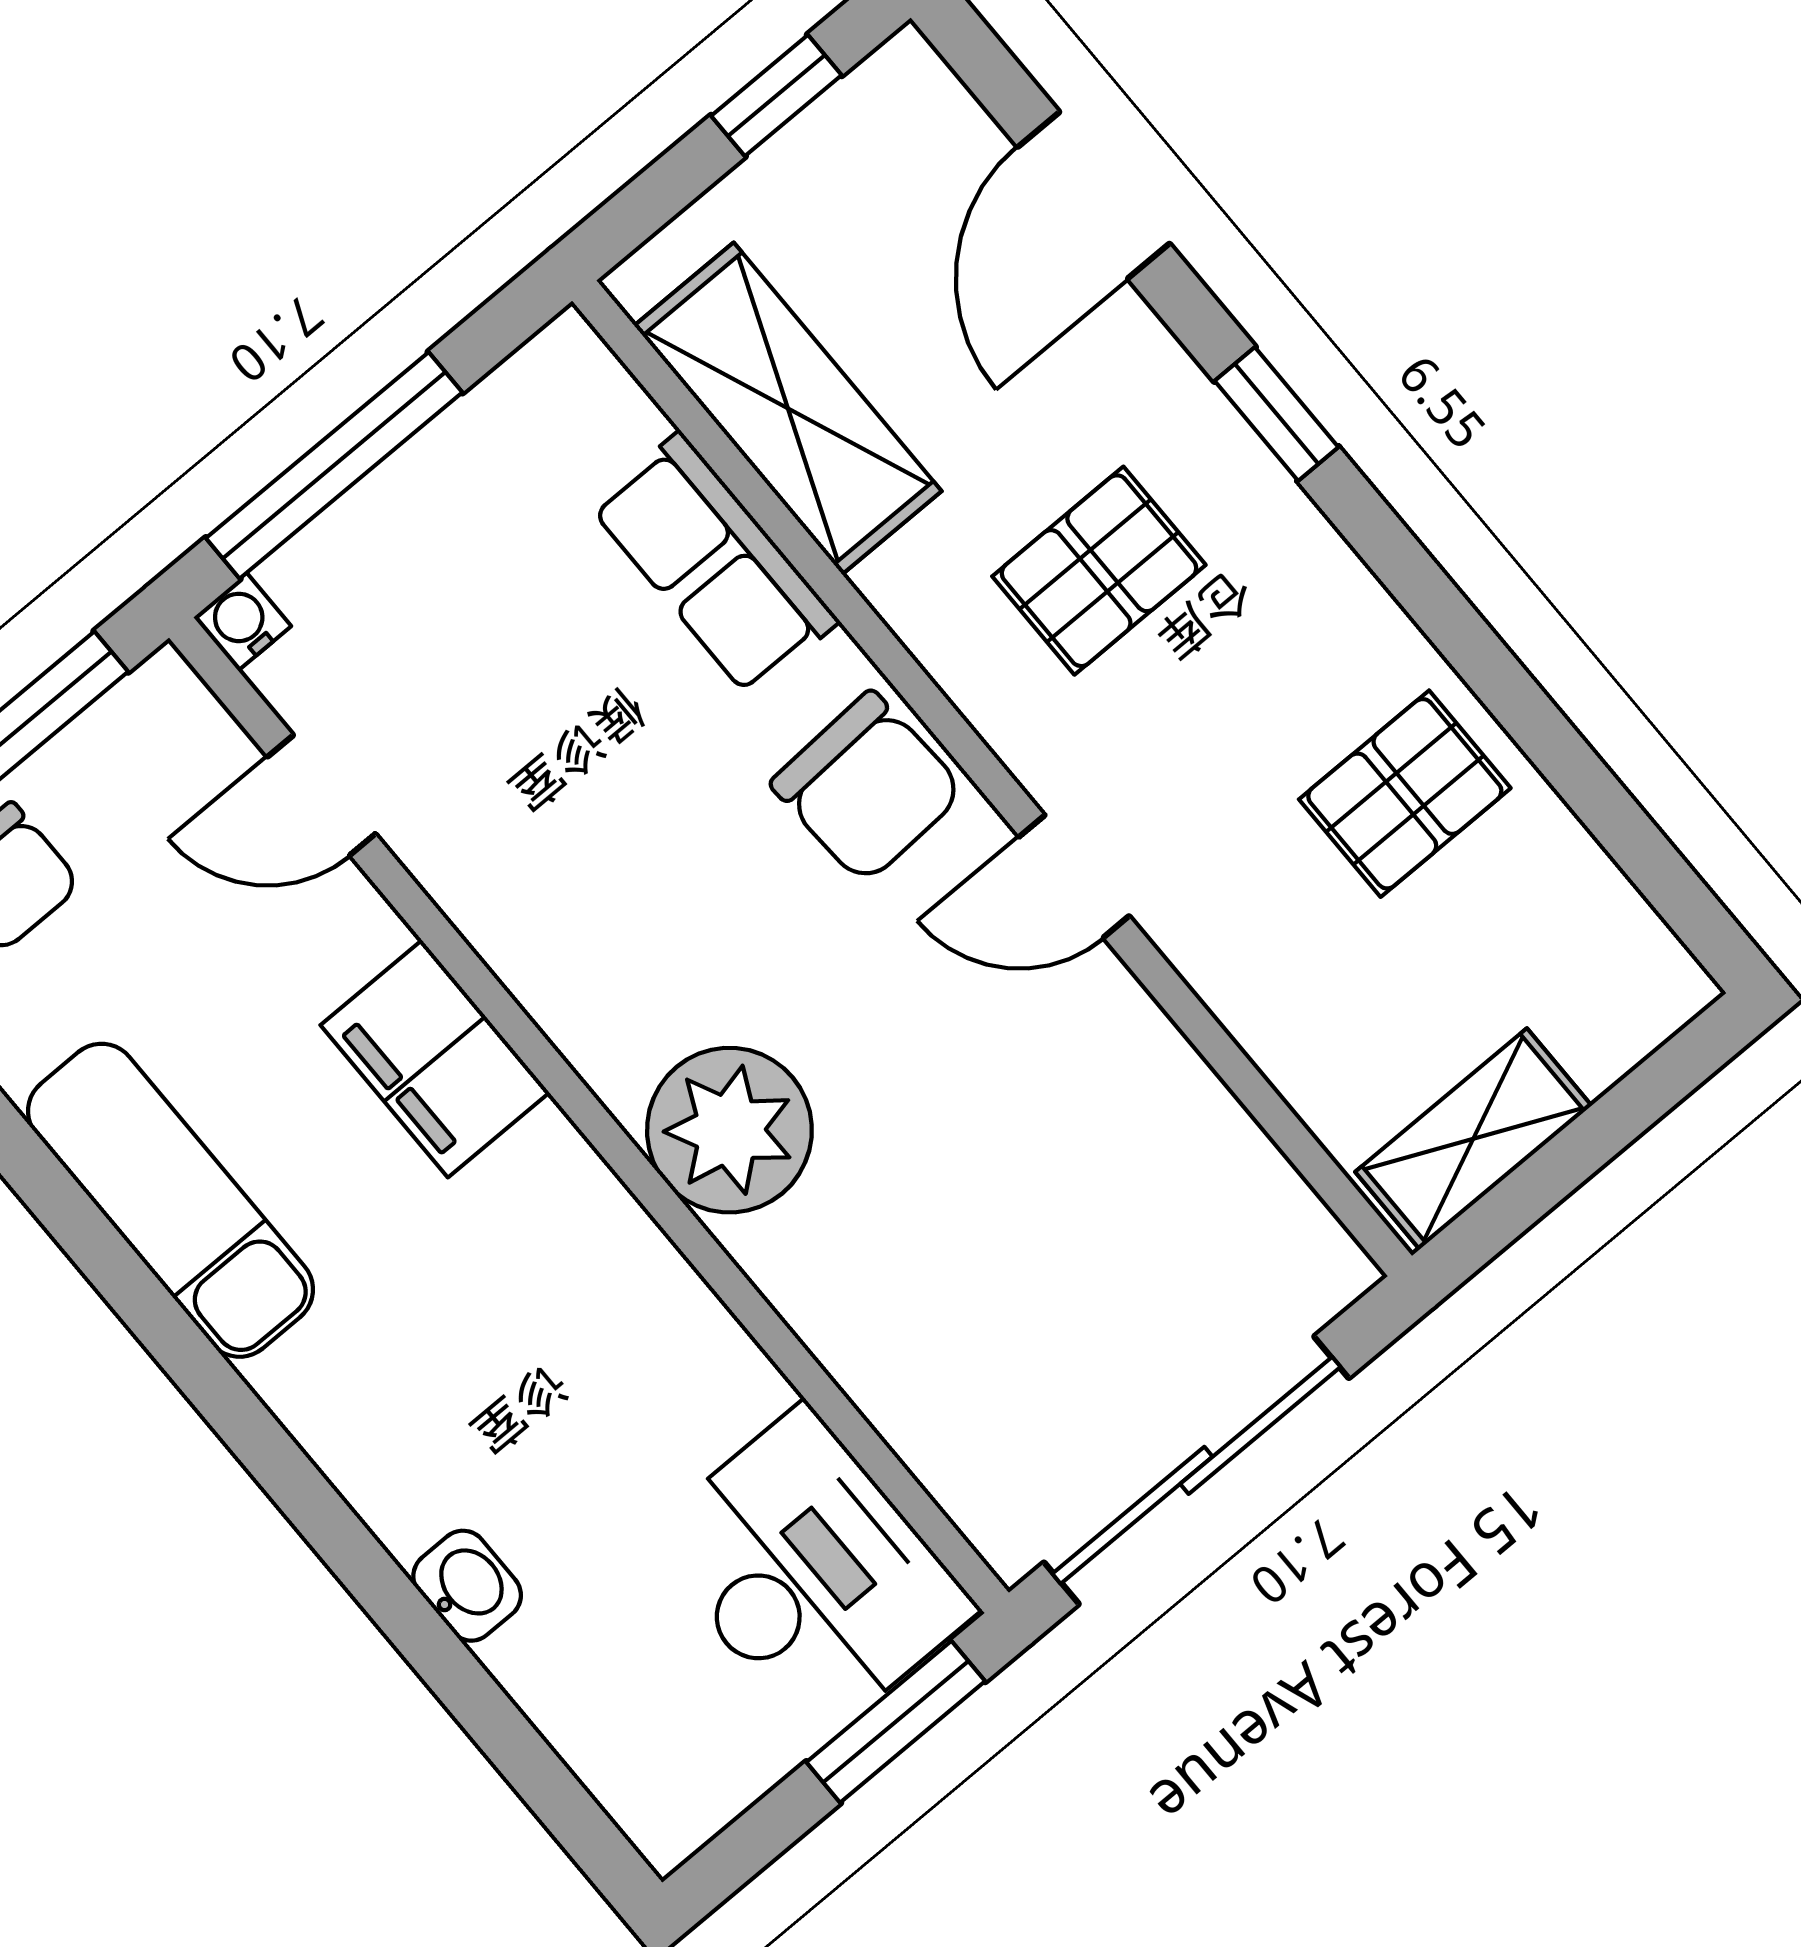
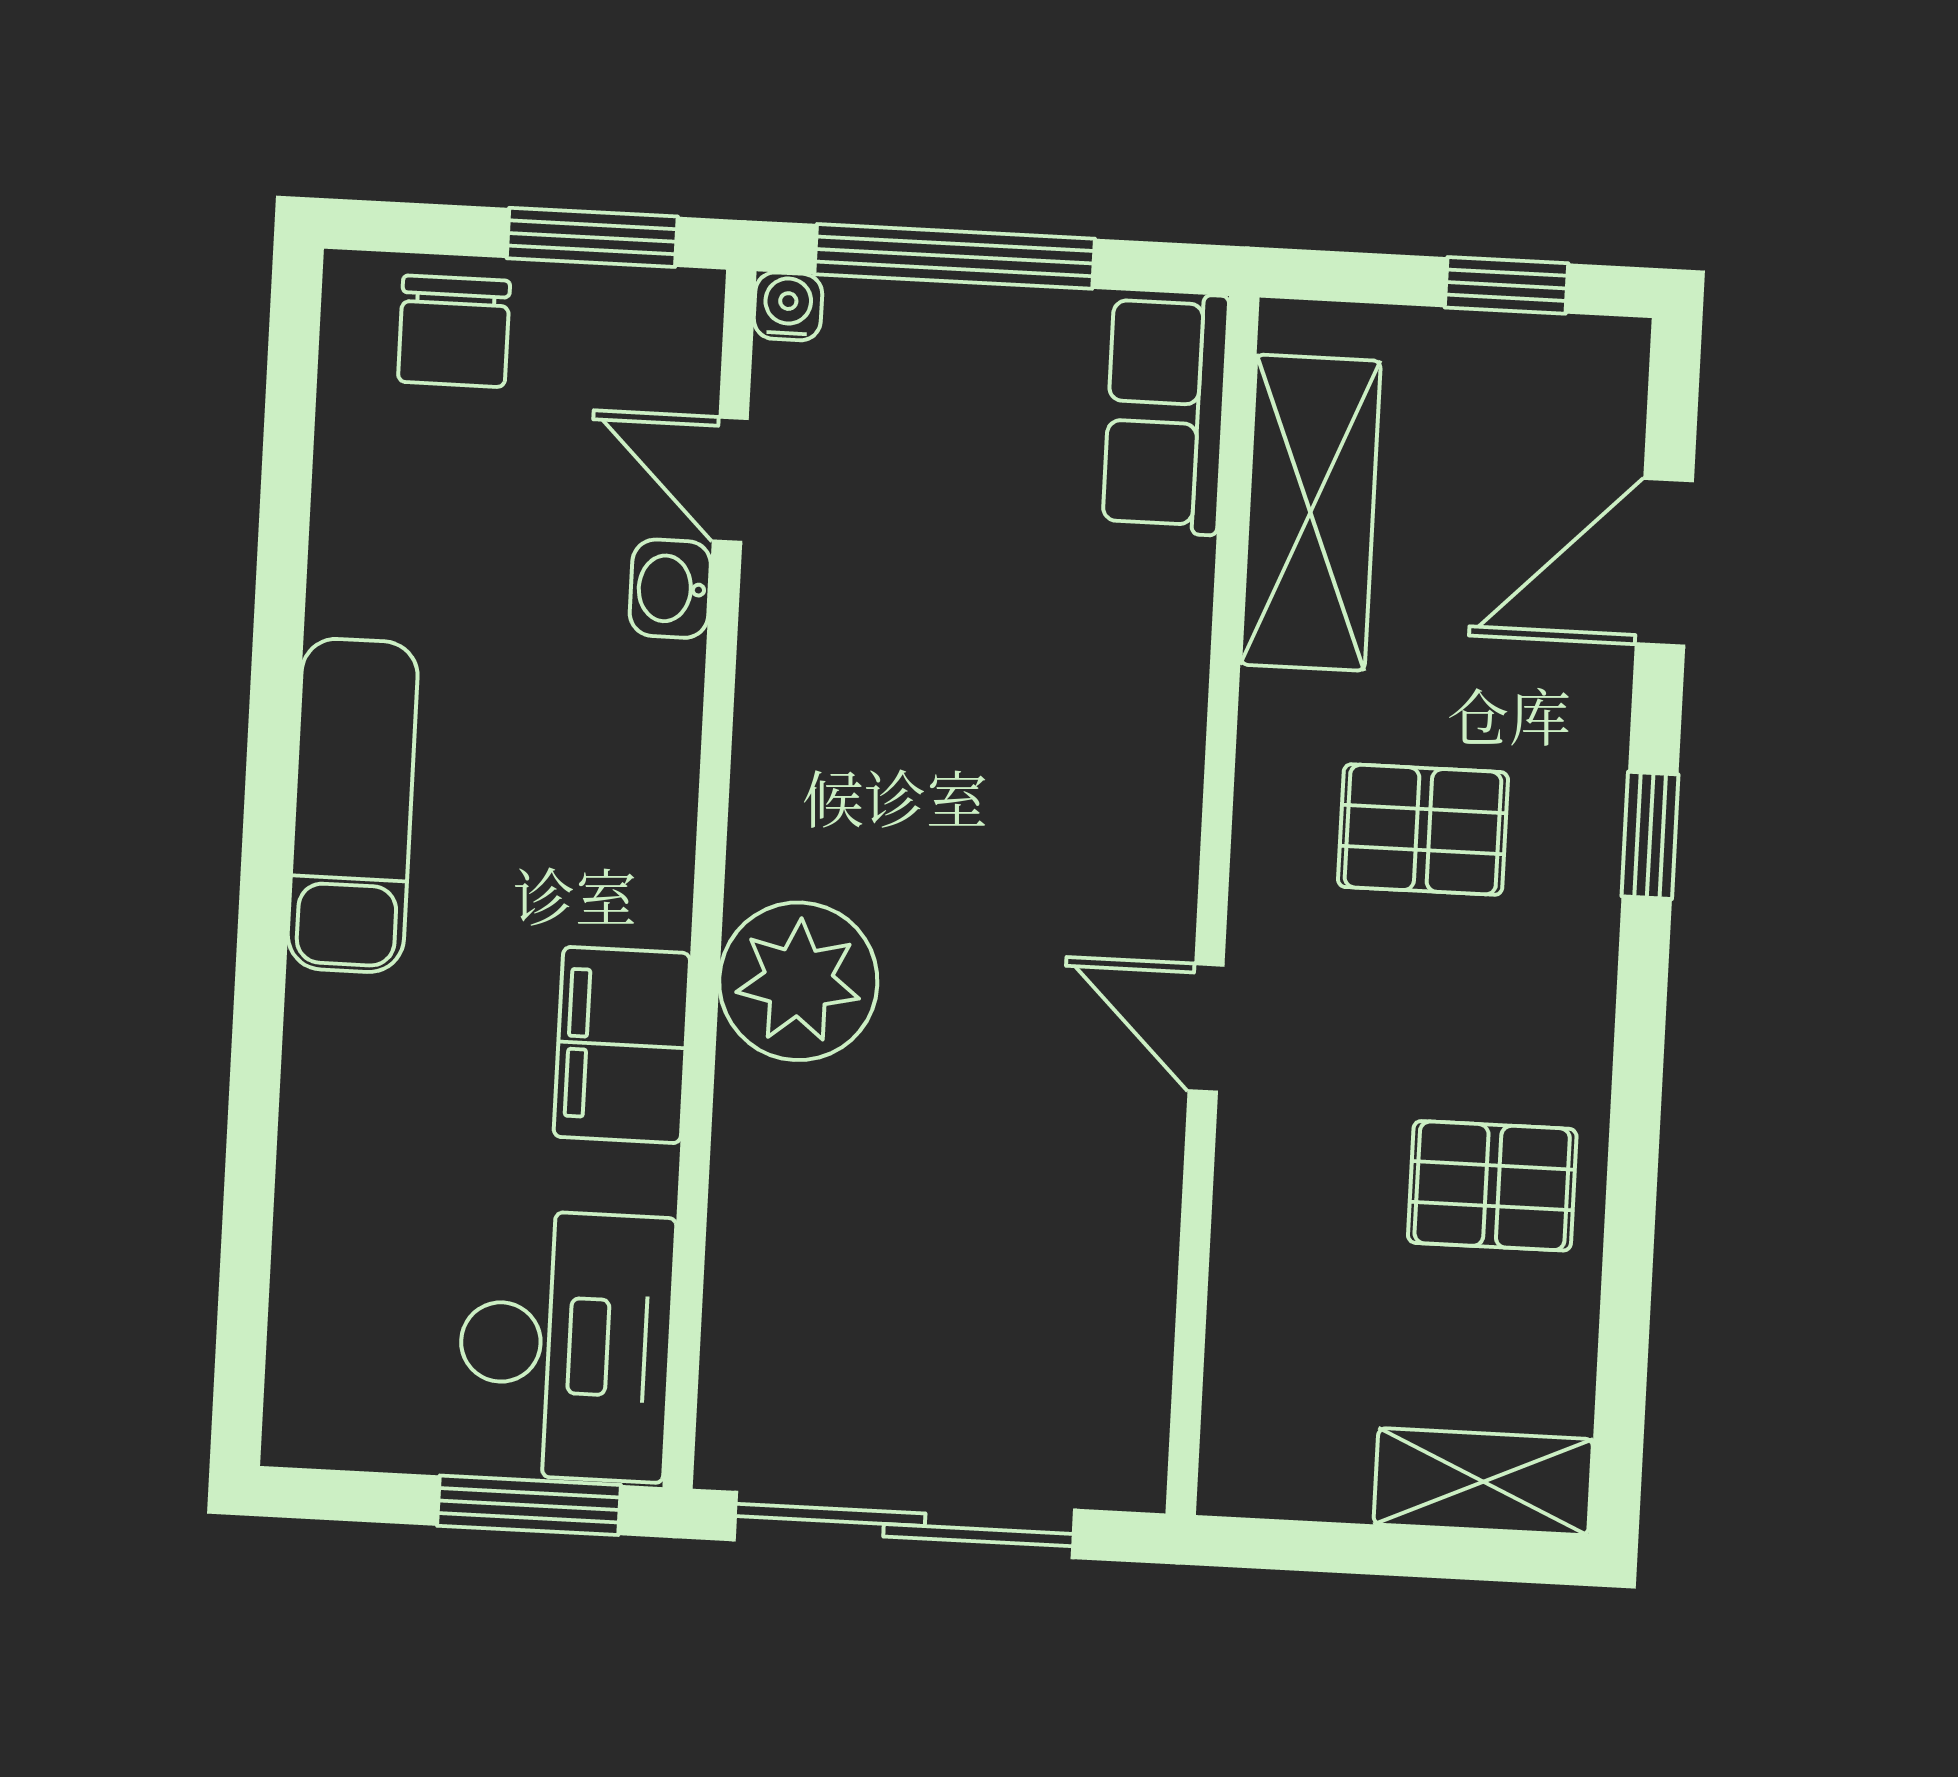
row of seats: (714, 564) -> (1166, 413), moved
chair: (868, 787) -> (1119, 831), removed
filing cabinet: (435, 1059) -> (622, 1045), moved
shelving: (1473, 1139) -> (1483, 1482), moved
exam couch: (170, 1200) -> (353, 805), moved
washbasin: (467, 1586) -> (670, 589), moved, turned 180

